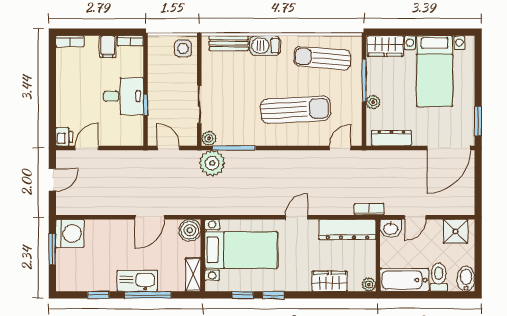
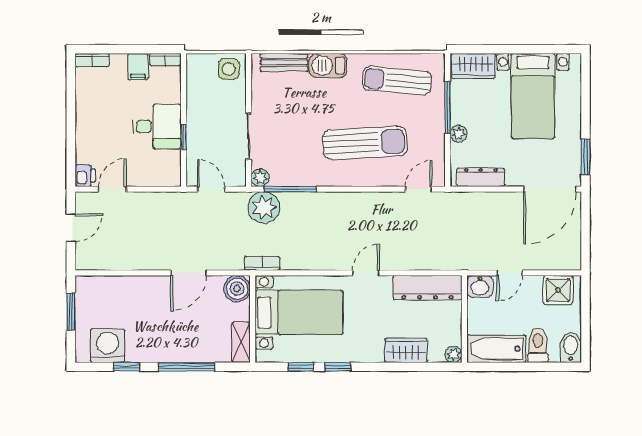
bookcase: (369, 209) -> (262, 263), moved
washing machine: (70, 234) -> (108, 346), moved, turned -90
kitchen sink: (137, 281) -> (173, 350), removed

